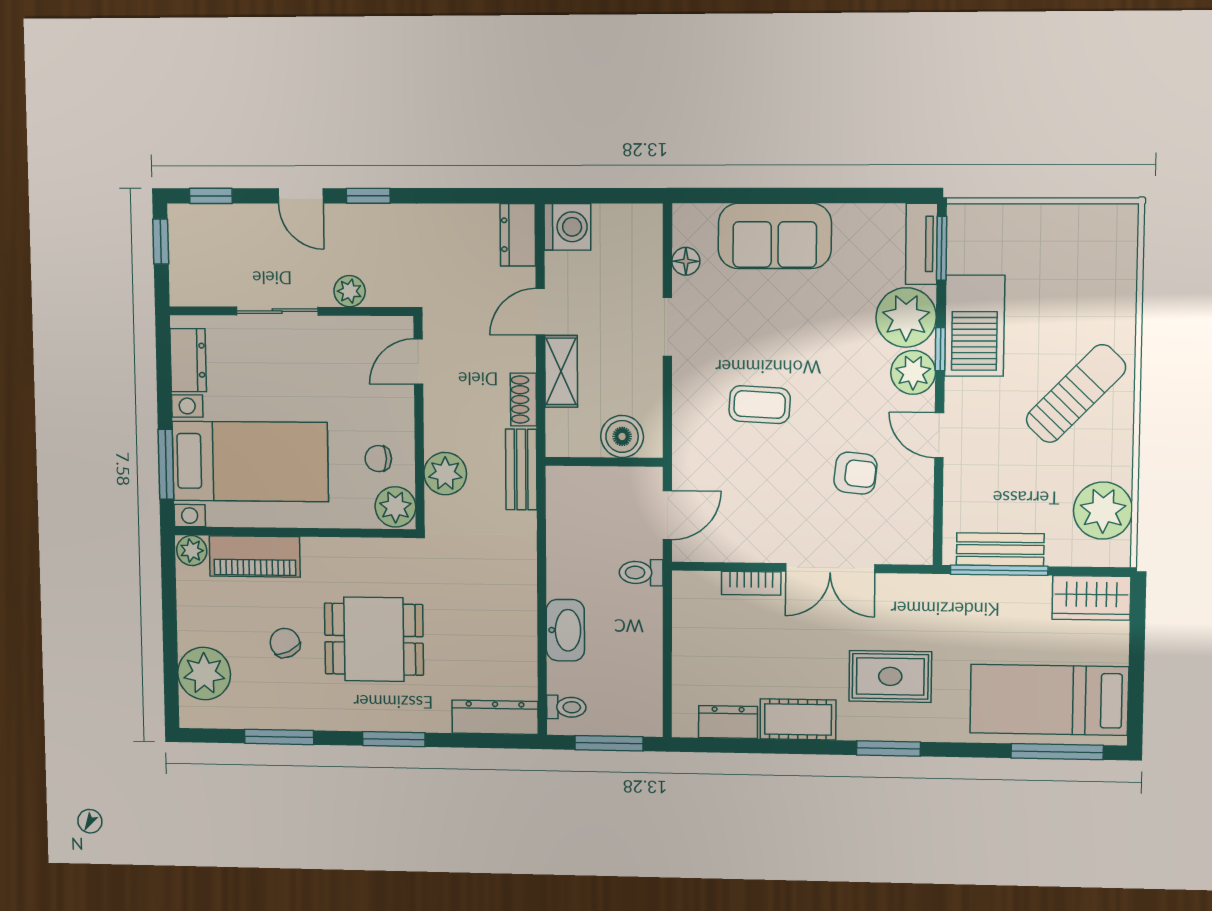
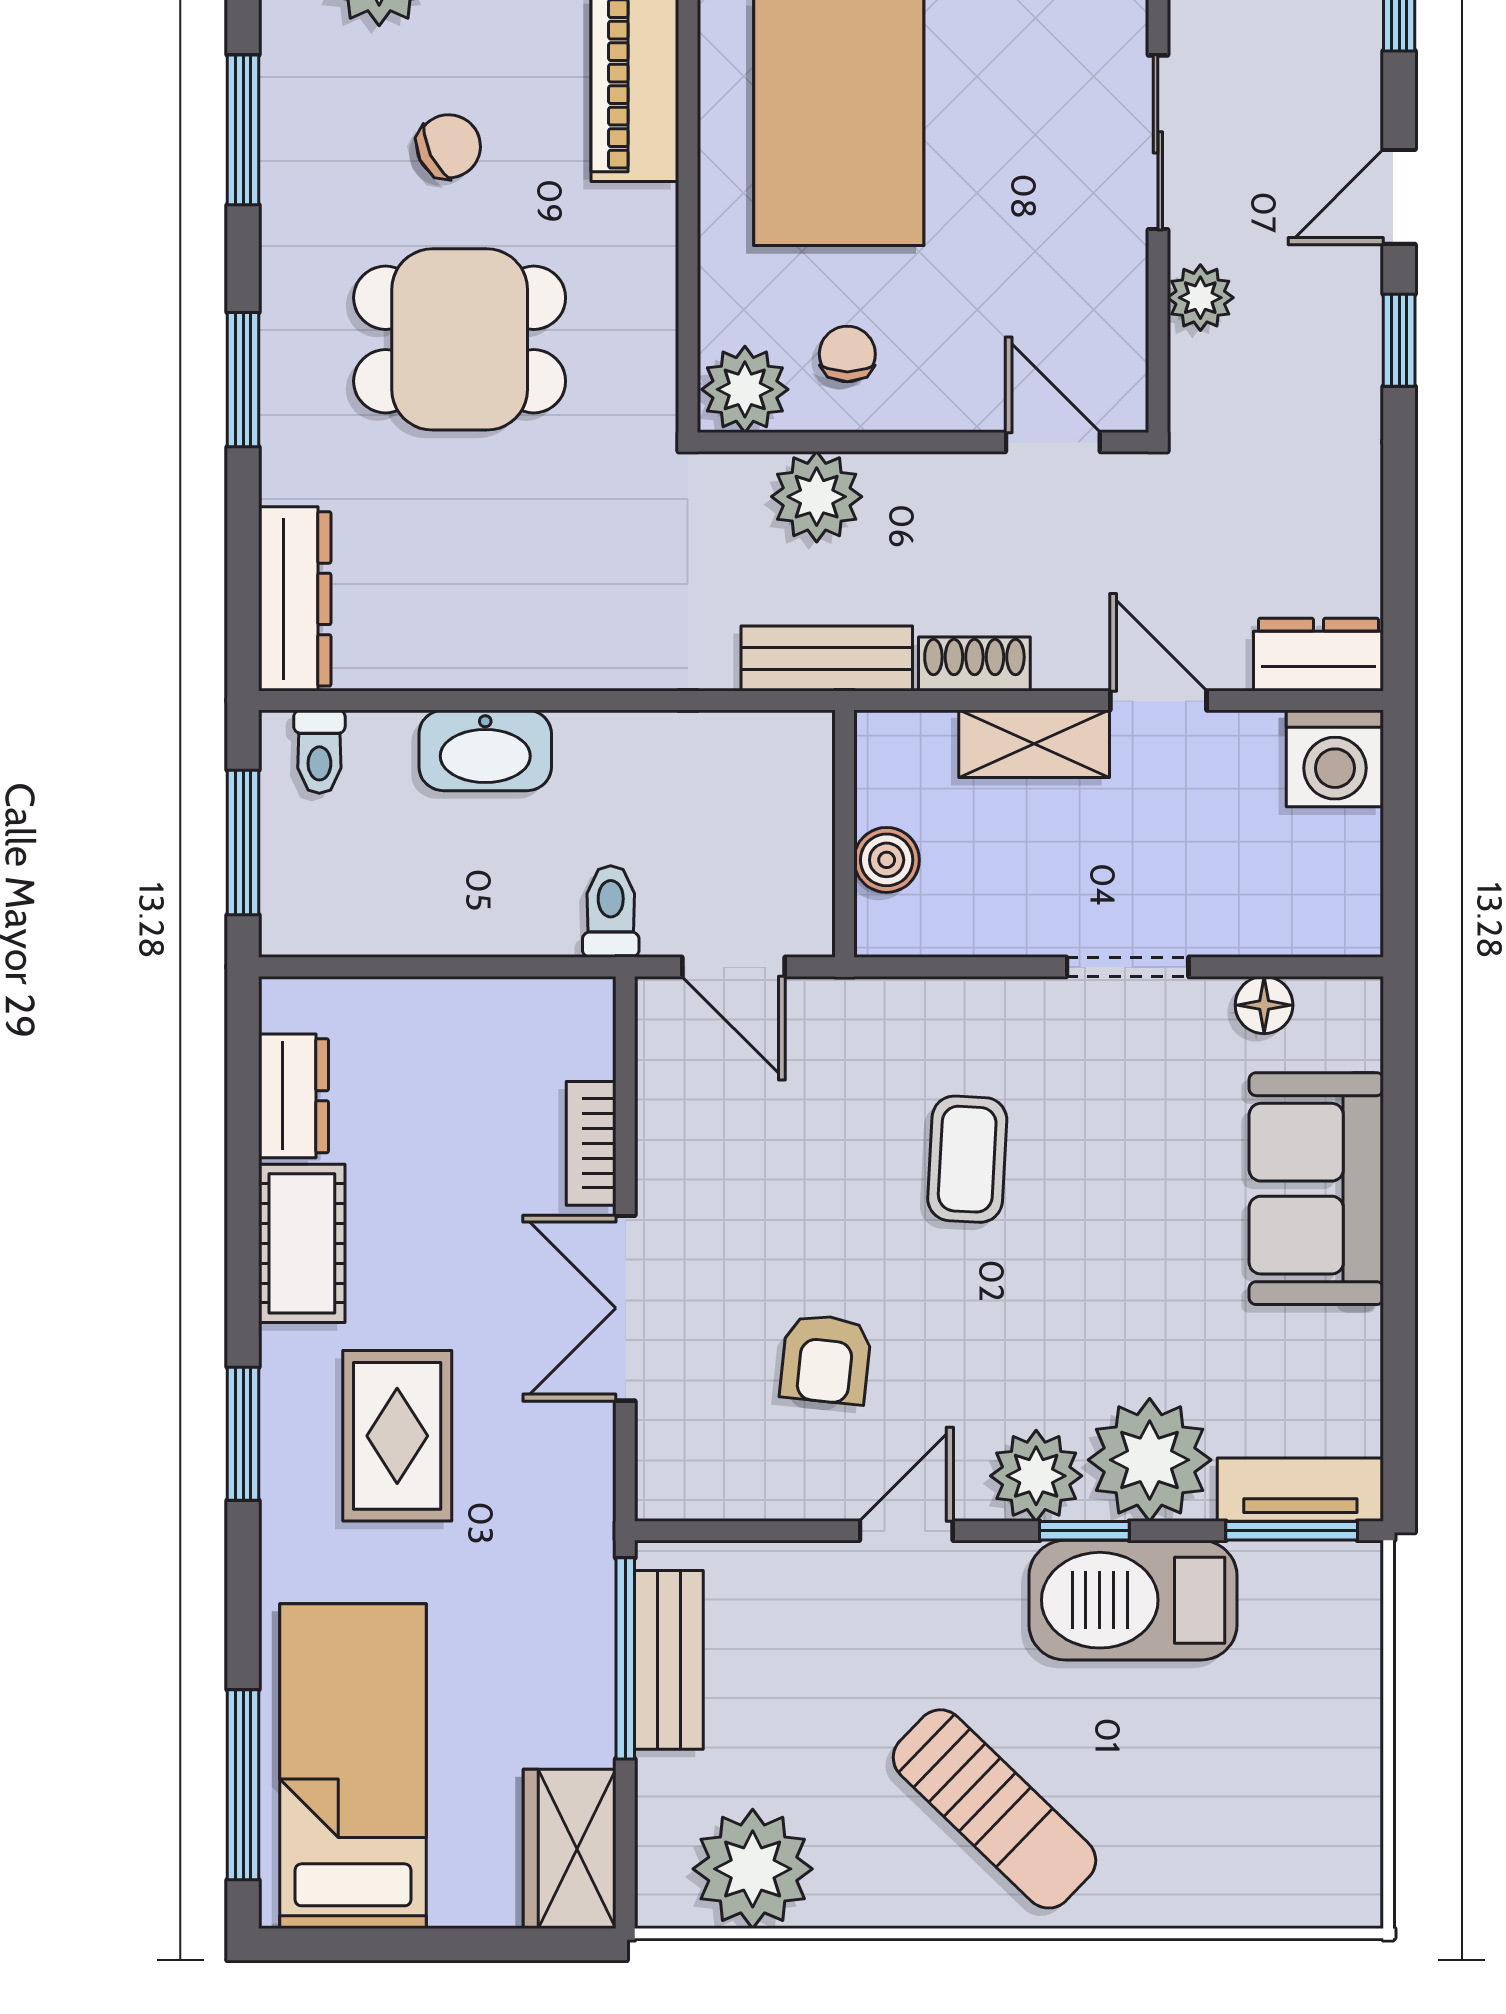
boiler: (622, 436) -> (887, 860), width x0.73, depth x0.73
dining table: (374, 639) -> (460, 339), turned 90

